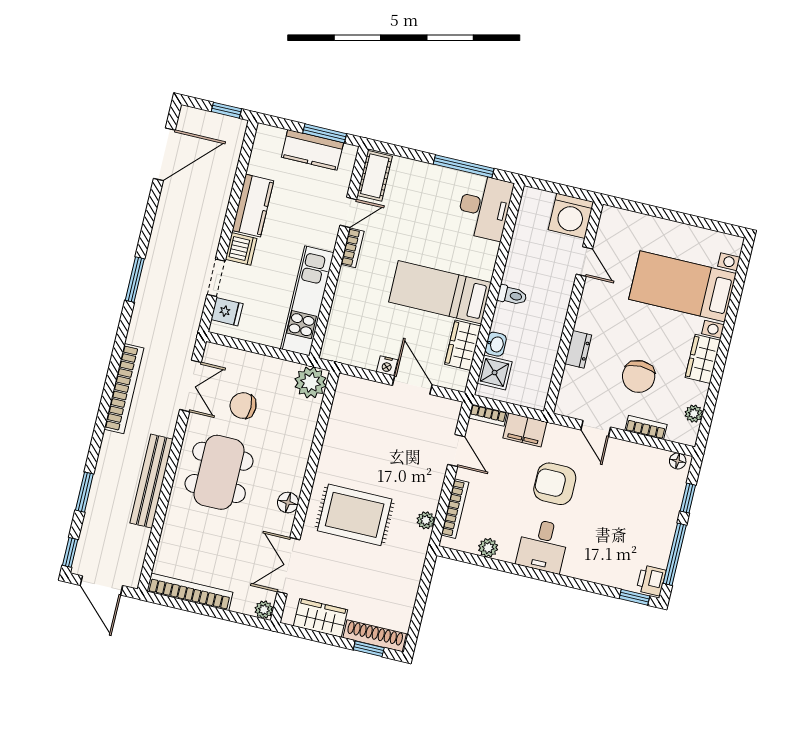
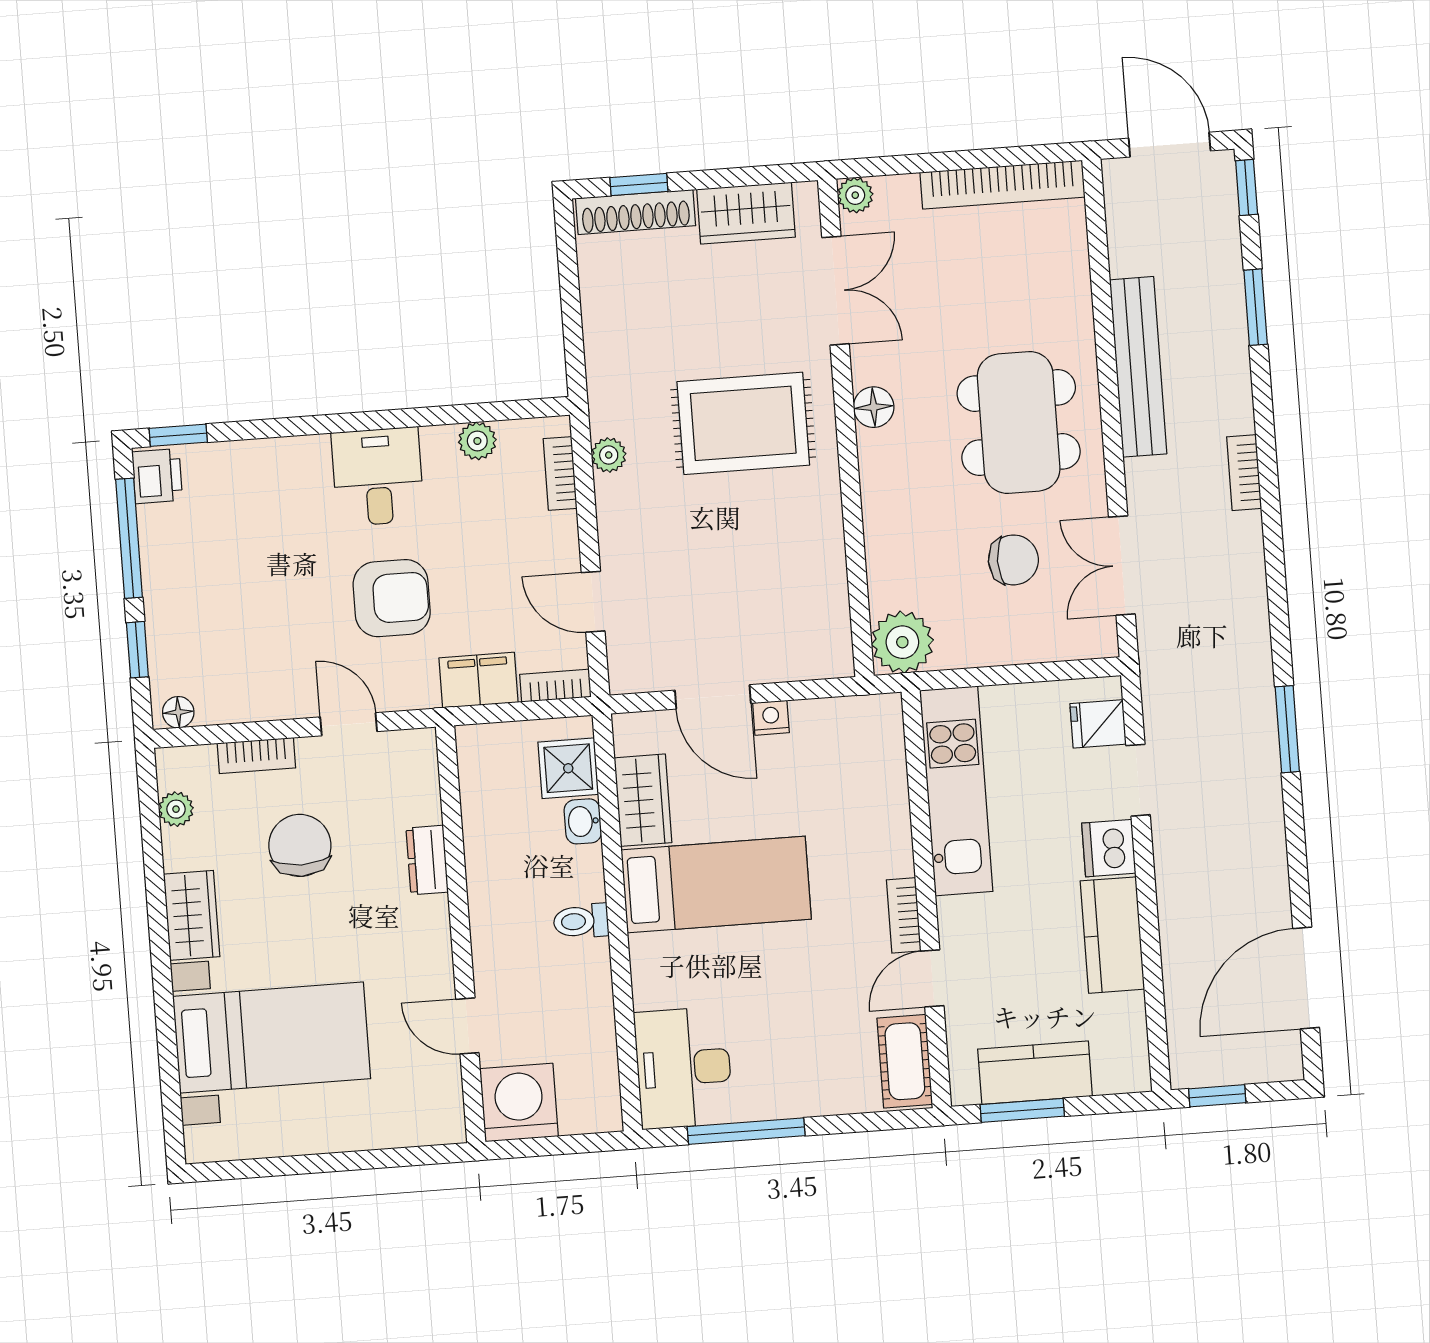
bookcase: (124, 389) -> (1244, 473), width x0.43, depth x0.76
bookcase: (455, 509) -> (560, 473), width x0.64

